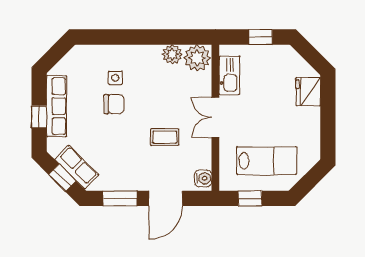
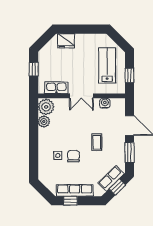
window: (39, 117) -> (70, 201), moved
coffee table: (165, 137) -> (97, 142), moved
water cooler: (203, 178) -> (105, 103), moved

